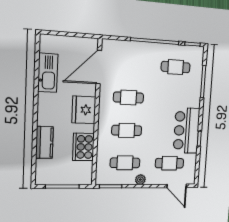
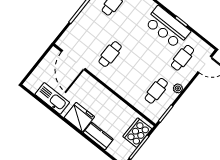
fridge: (84, 110) -> (79, 117), moved, turned 180
cafe table: (127, 130) -> (133, 72), removed
cooker: (83, 147) -> (137, 133), moved, turned 90

